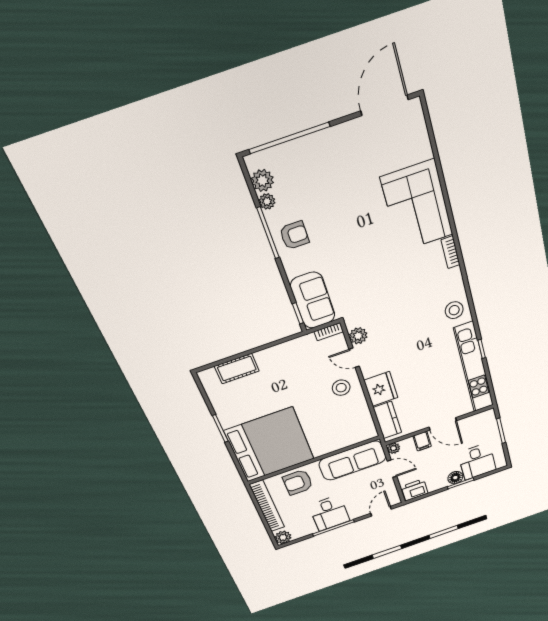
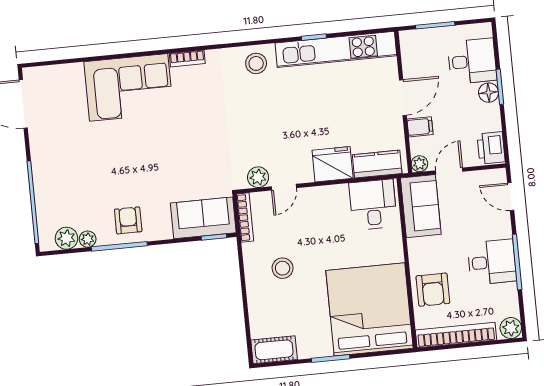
bookcase: (329, 332) -> (245, 218), width x1.56
cot: (237, 369) -> (274, 350), moved, turned 90
stool: (341, 388) -> (283, 268), moved
desk: (355, 426) -> (373, 205), added
sofa: (353, 461) -> (421, 206), width x0.73

